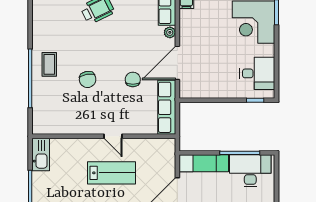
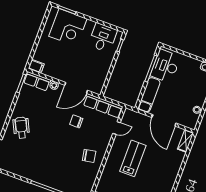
door: (177, 63) -> (76, 88), hinge flipped
coffee table: (49, 64) -> (46, 173), removed
chair: (88, 79) -> (89, 156), moved
door: (113, 136) -> (117, 128), moved

